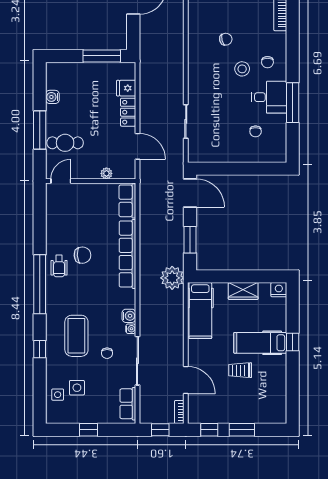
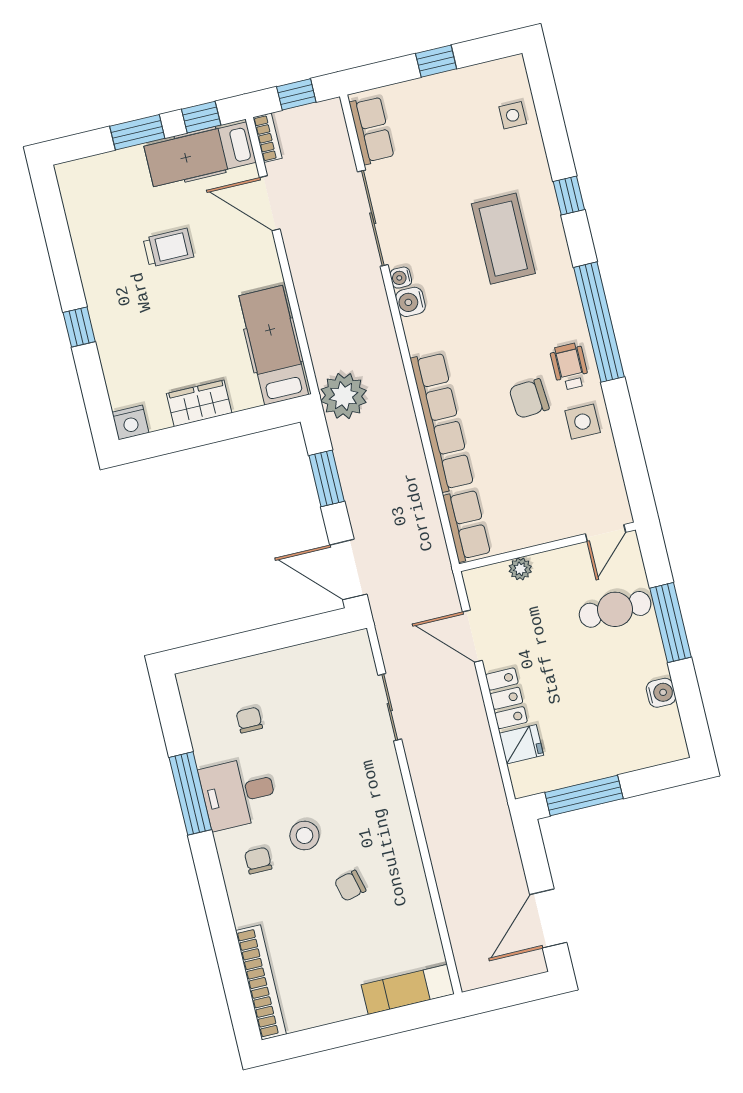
hospital bed: (260, 343) -> (200, 154), moved, turned 180
chair: (107, 353) -> (436, 219), removed
side table: (77, 388) -> (583, 422), moved

